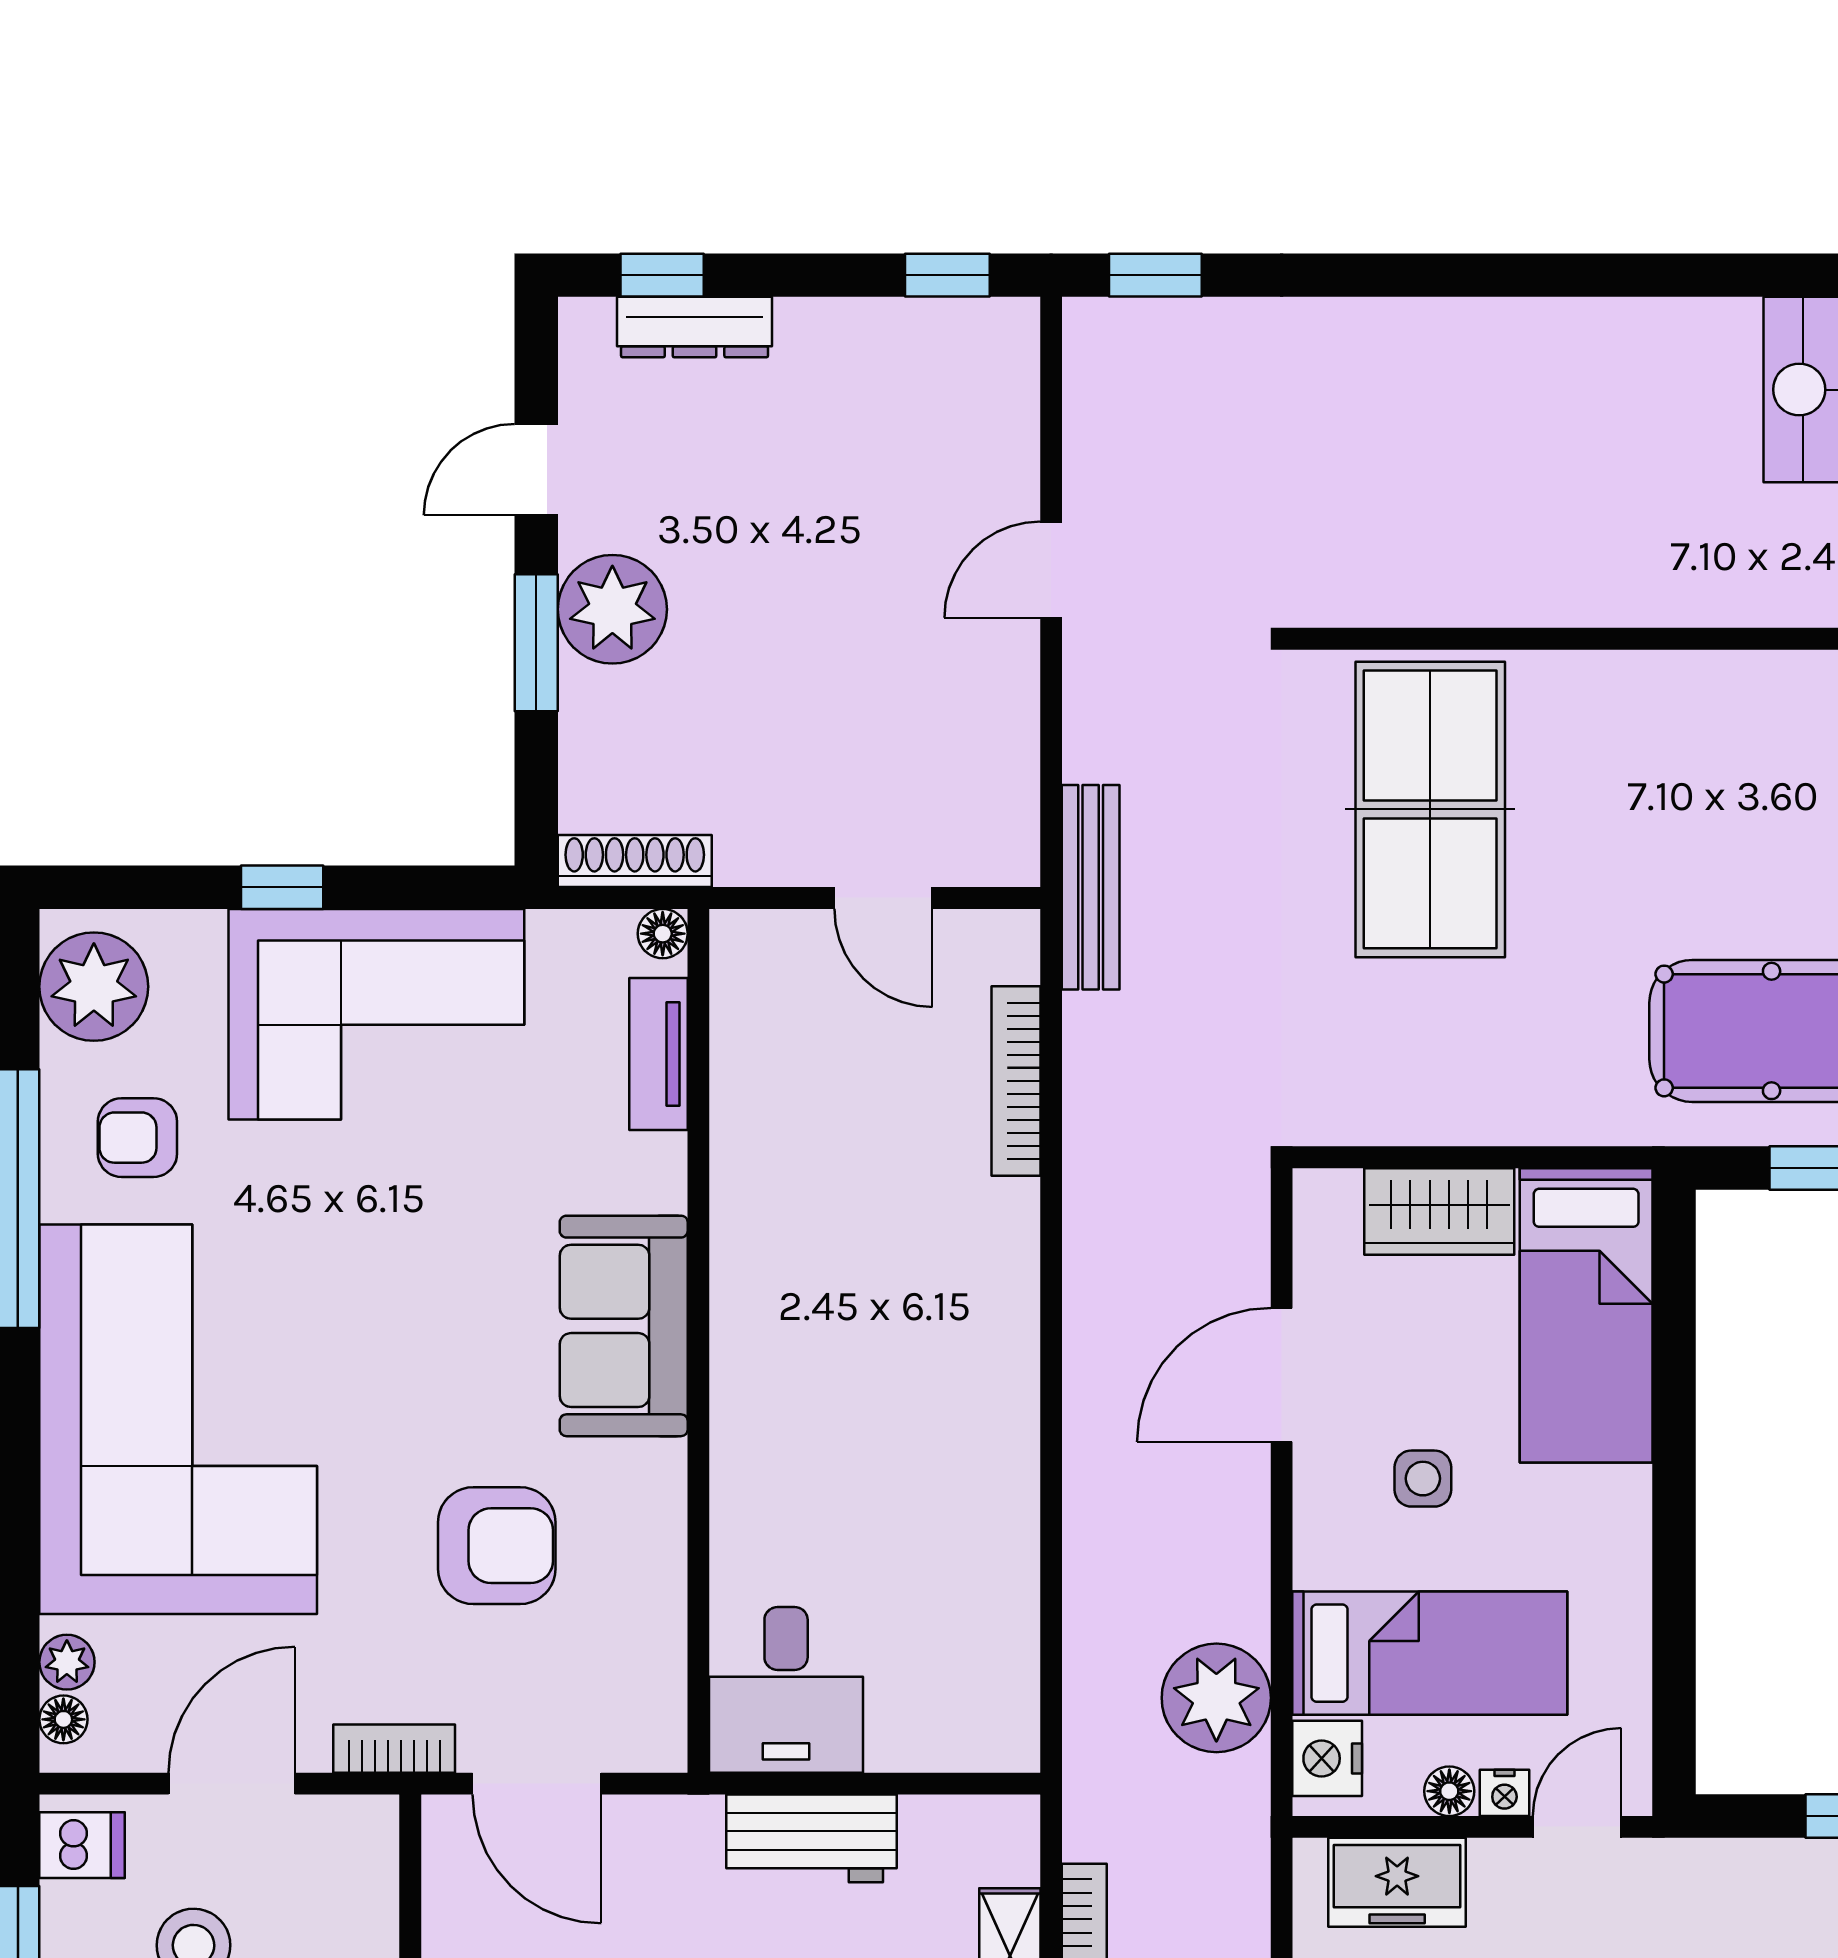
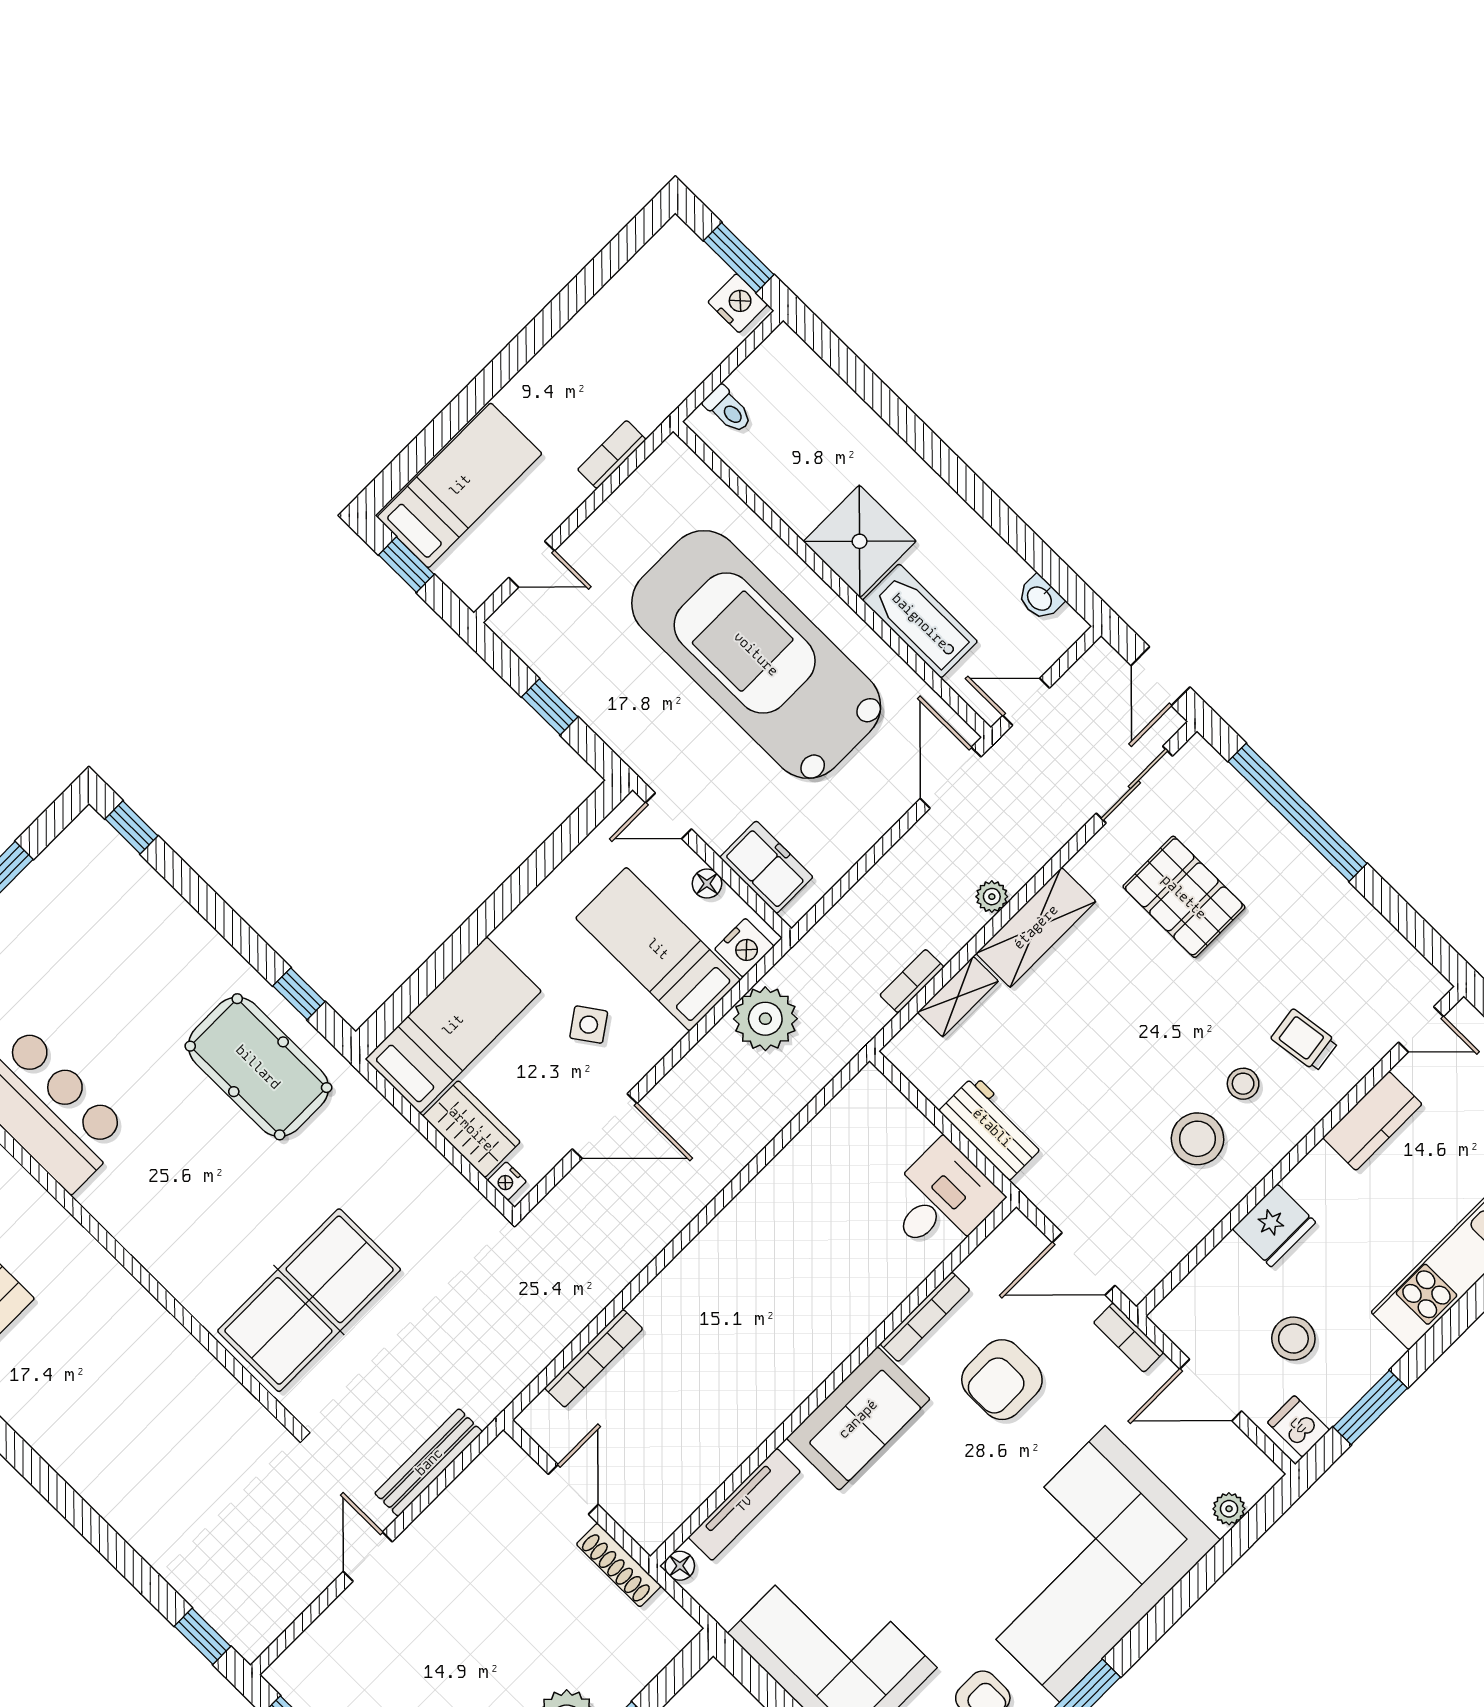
door: (1051, 570) -> (368, 1557), swing flipped
shoe rack: (635, 861) -> (619, 1565), moved
bench: (1091, 887) -> (429, 1462), moved
tv unit: (658, 1054) -> (744, 1504), width x1.41
side table: (1423, 1479) -> (589, 1025), turned -35
bookcase: (665, 1529) -> (925, 1317), added
armchair: (497, 1546) -> (1002, 1380), turned -90
floor lamp: (63, 1719) -> (1254, 1486), removed
door: (537, 1784) -> (1084, 1264), swing flipped
nightstand: (1504, 1793) -> (507, 1181), moved, turned 180

